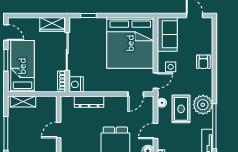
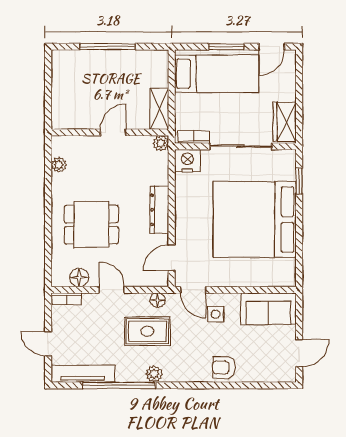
bed: (130, 43) -> (255, 219), moved
door: (136, 94) -> (172, 258), hinge flipped
shelving: (23, 101) -> (159, 109), moved
plant: (65, 101) -> (161, 143), added
dresser: (89, 102) -> (159, 210), moved
plant: (203, 105) -> (154, 374), width x0.53, depth x0.53
door: (59, 130) -> (113, 132), hinge flipped

